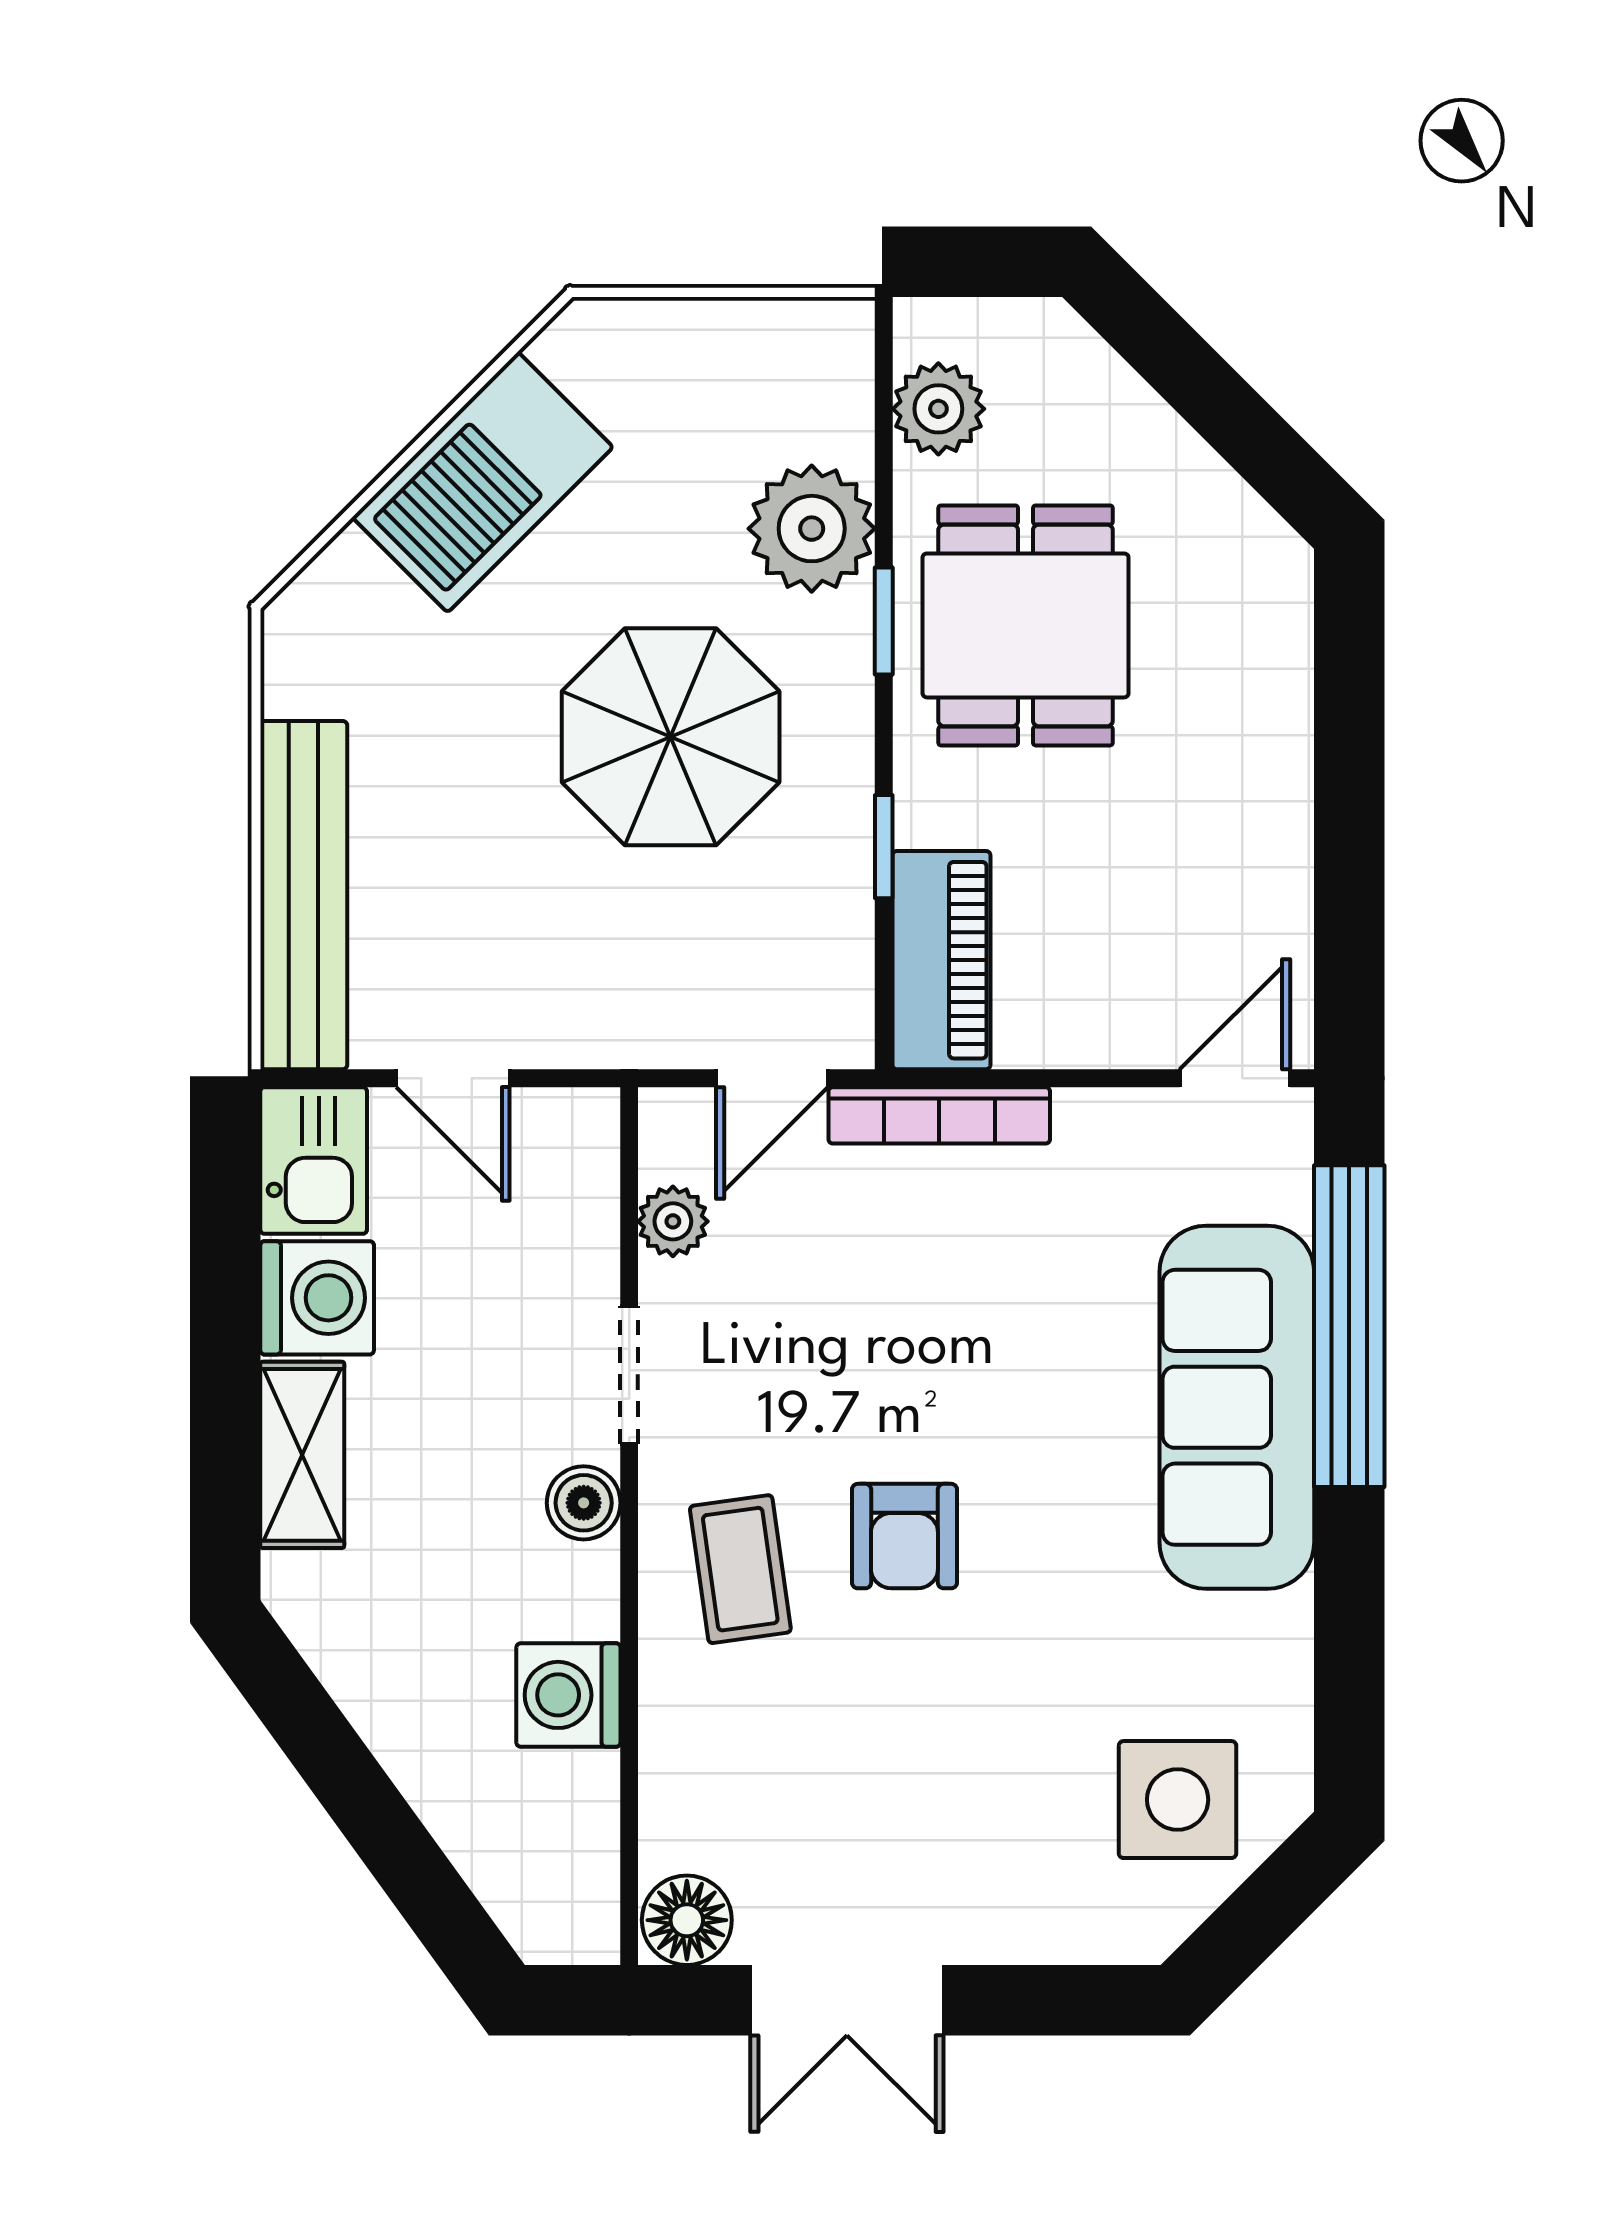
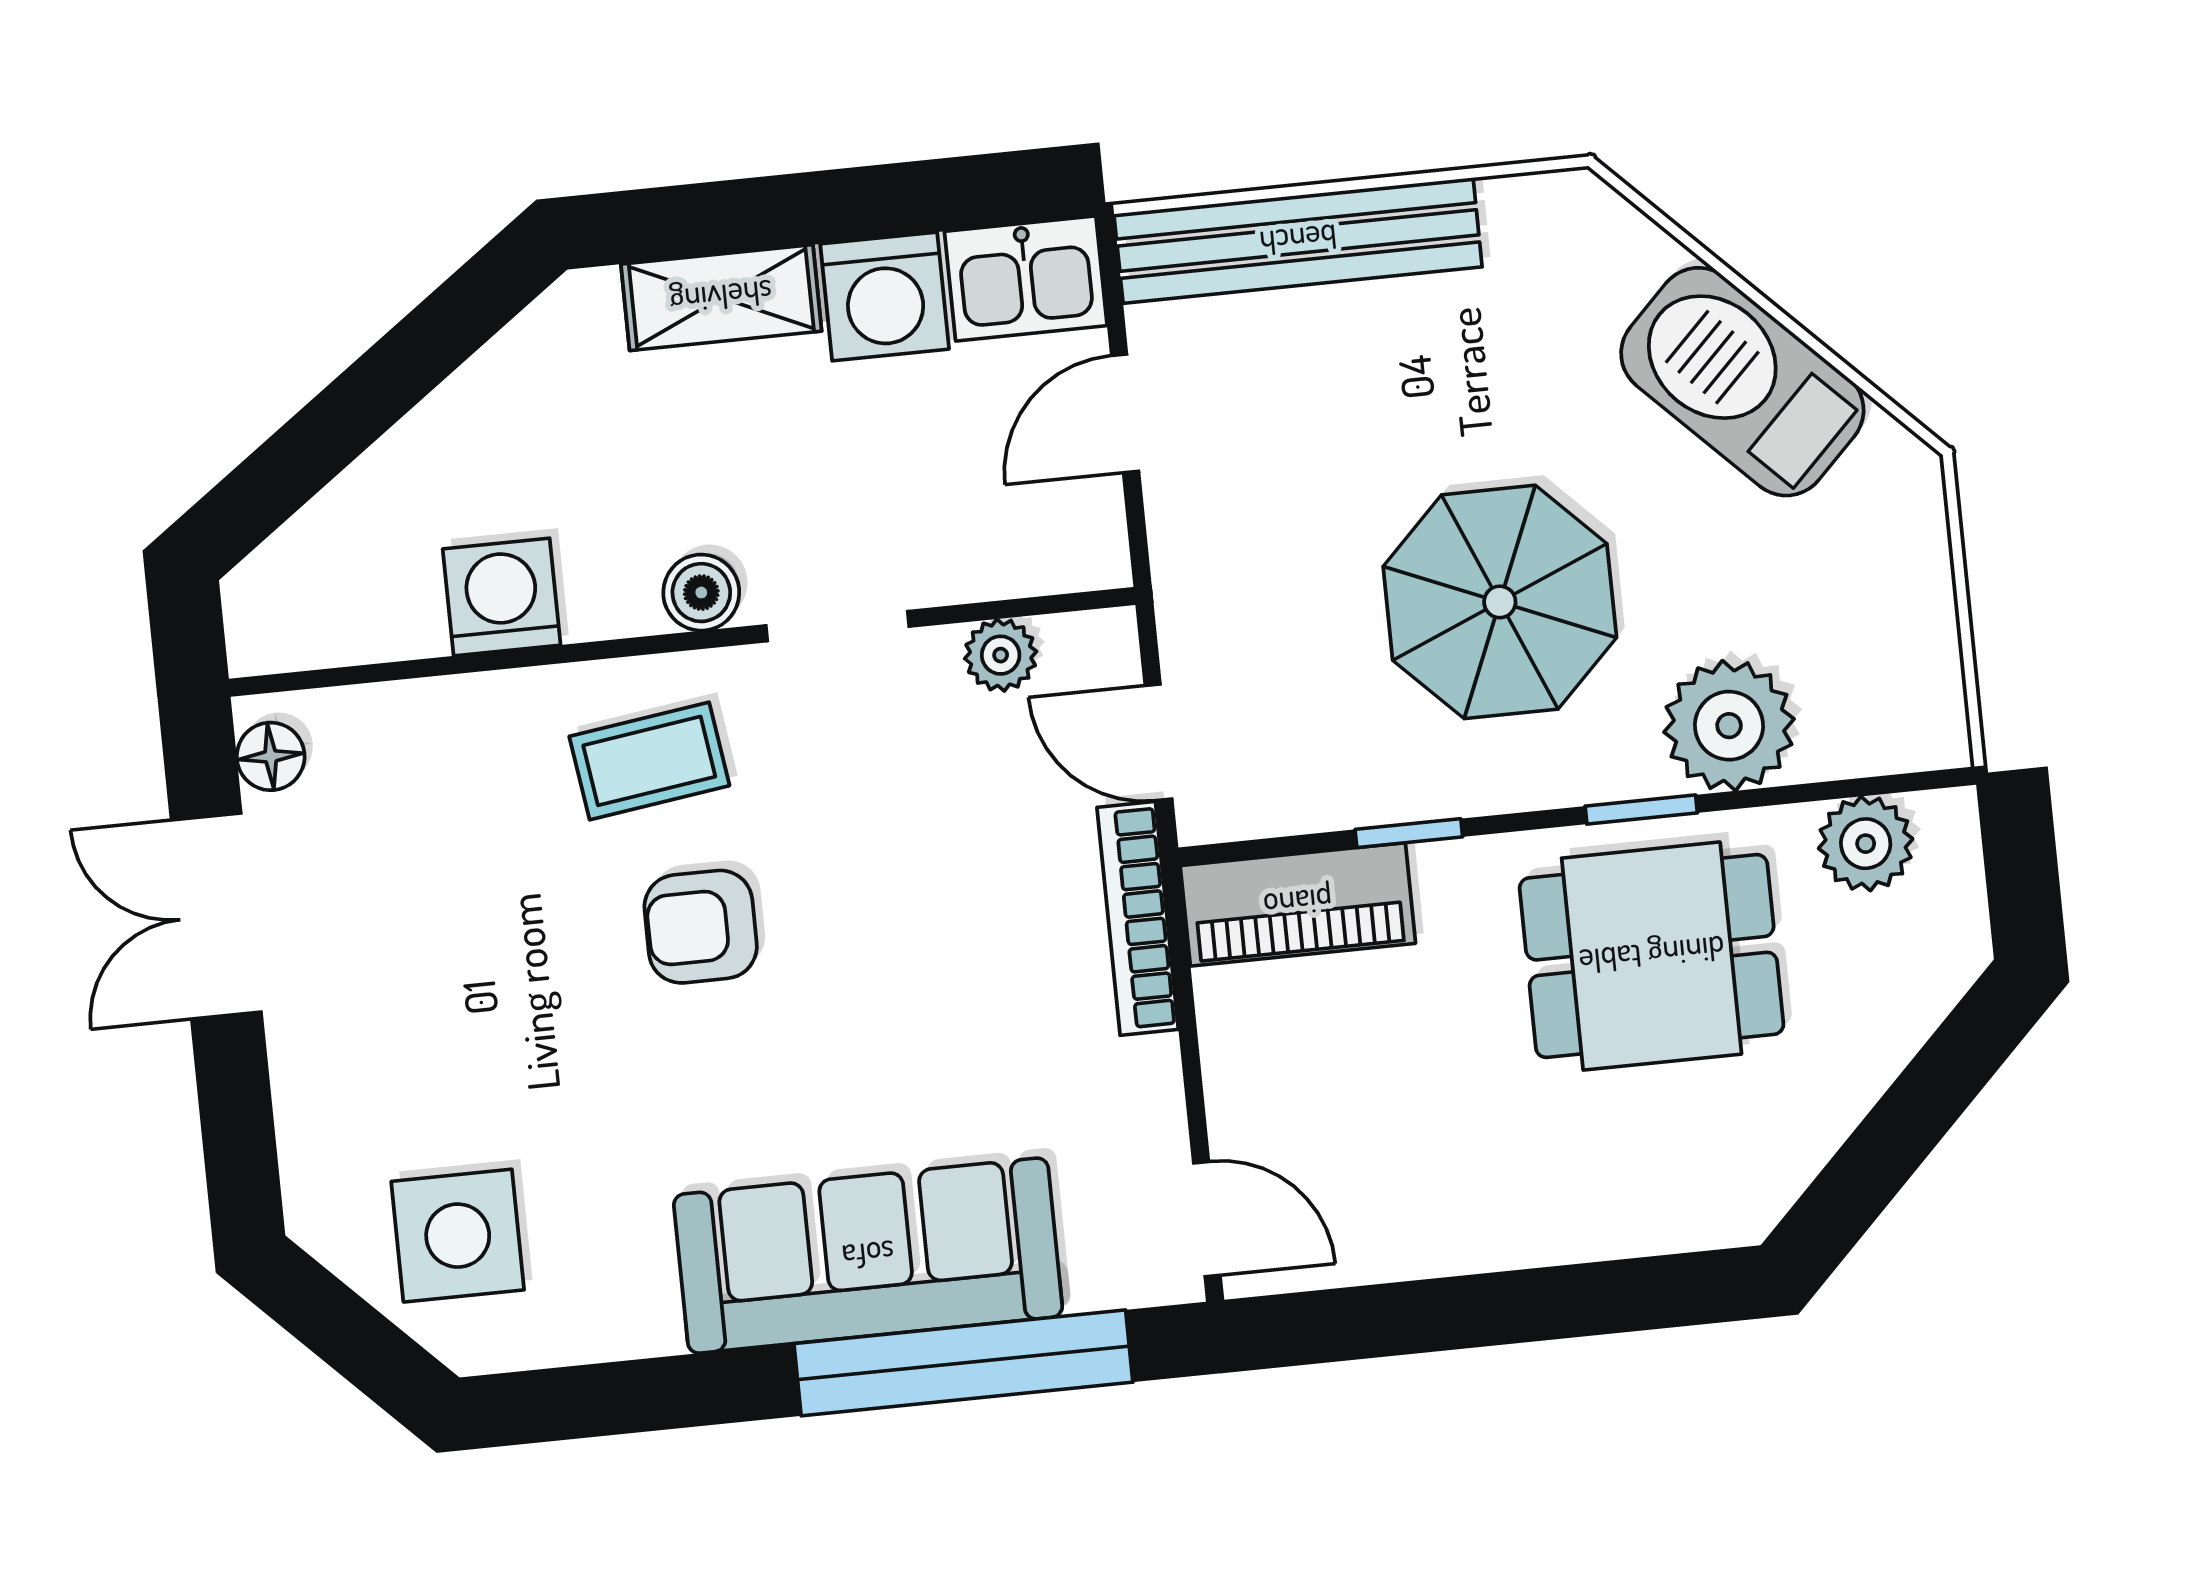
floor lamp: (687, 1920) -> (271, 756), width x0.73, depth x0.73

